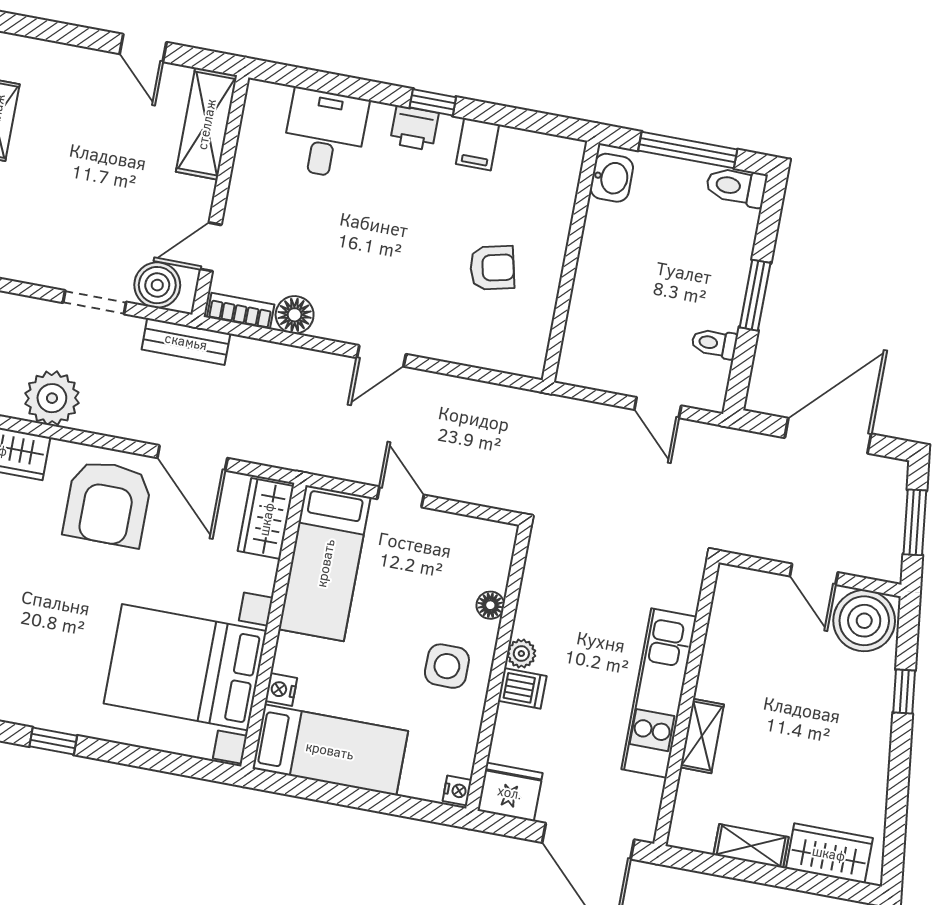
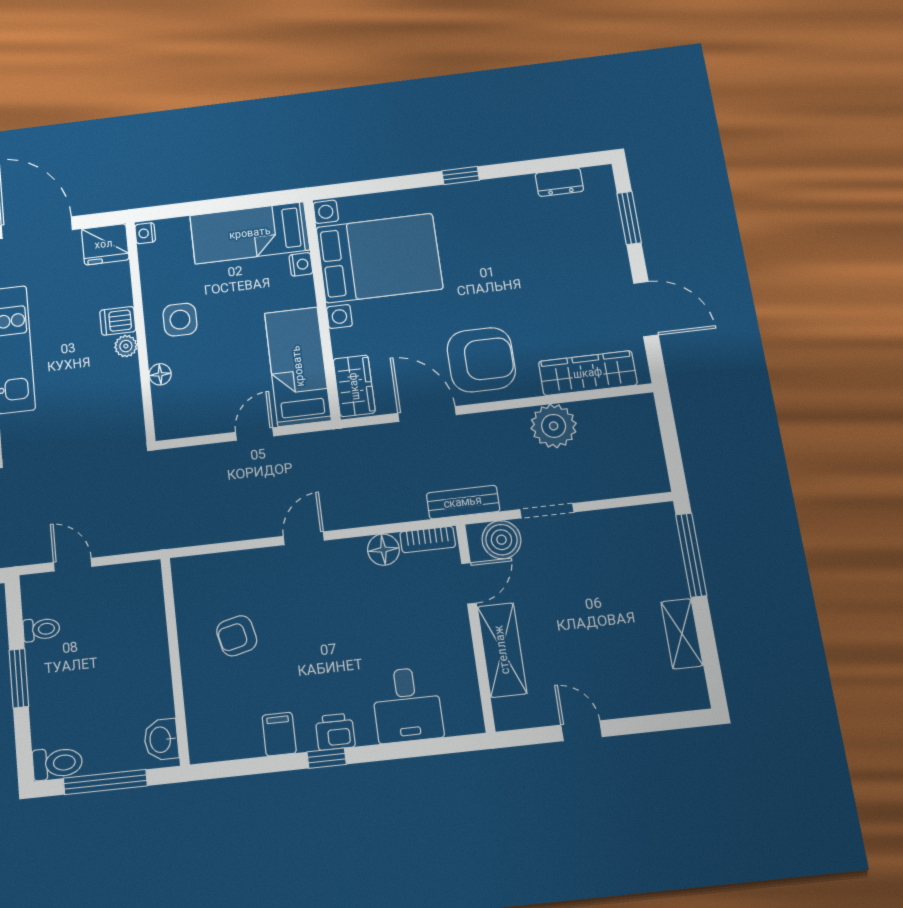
shelving: (206, 124) -> (502, 650), moved
door: (401, 497) -> (255, 434), swing flipped
armchair: (108, 503) -> (481, 360), turned 90

